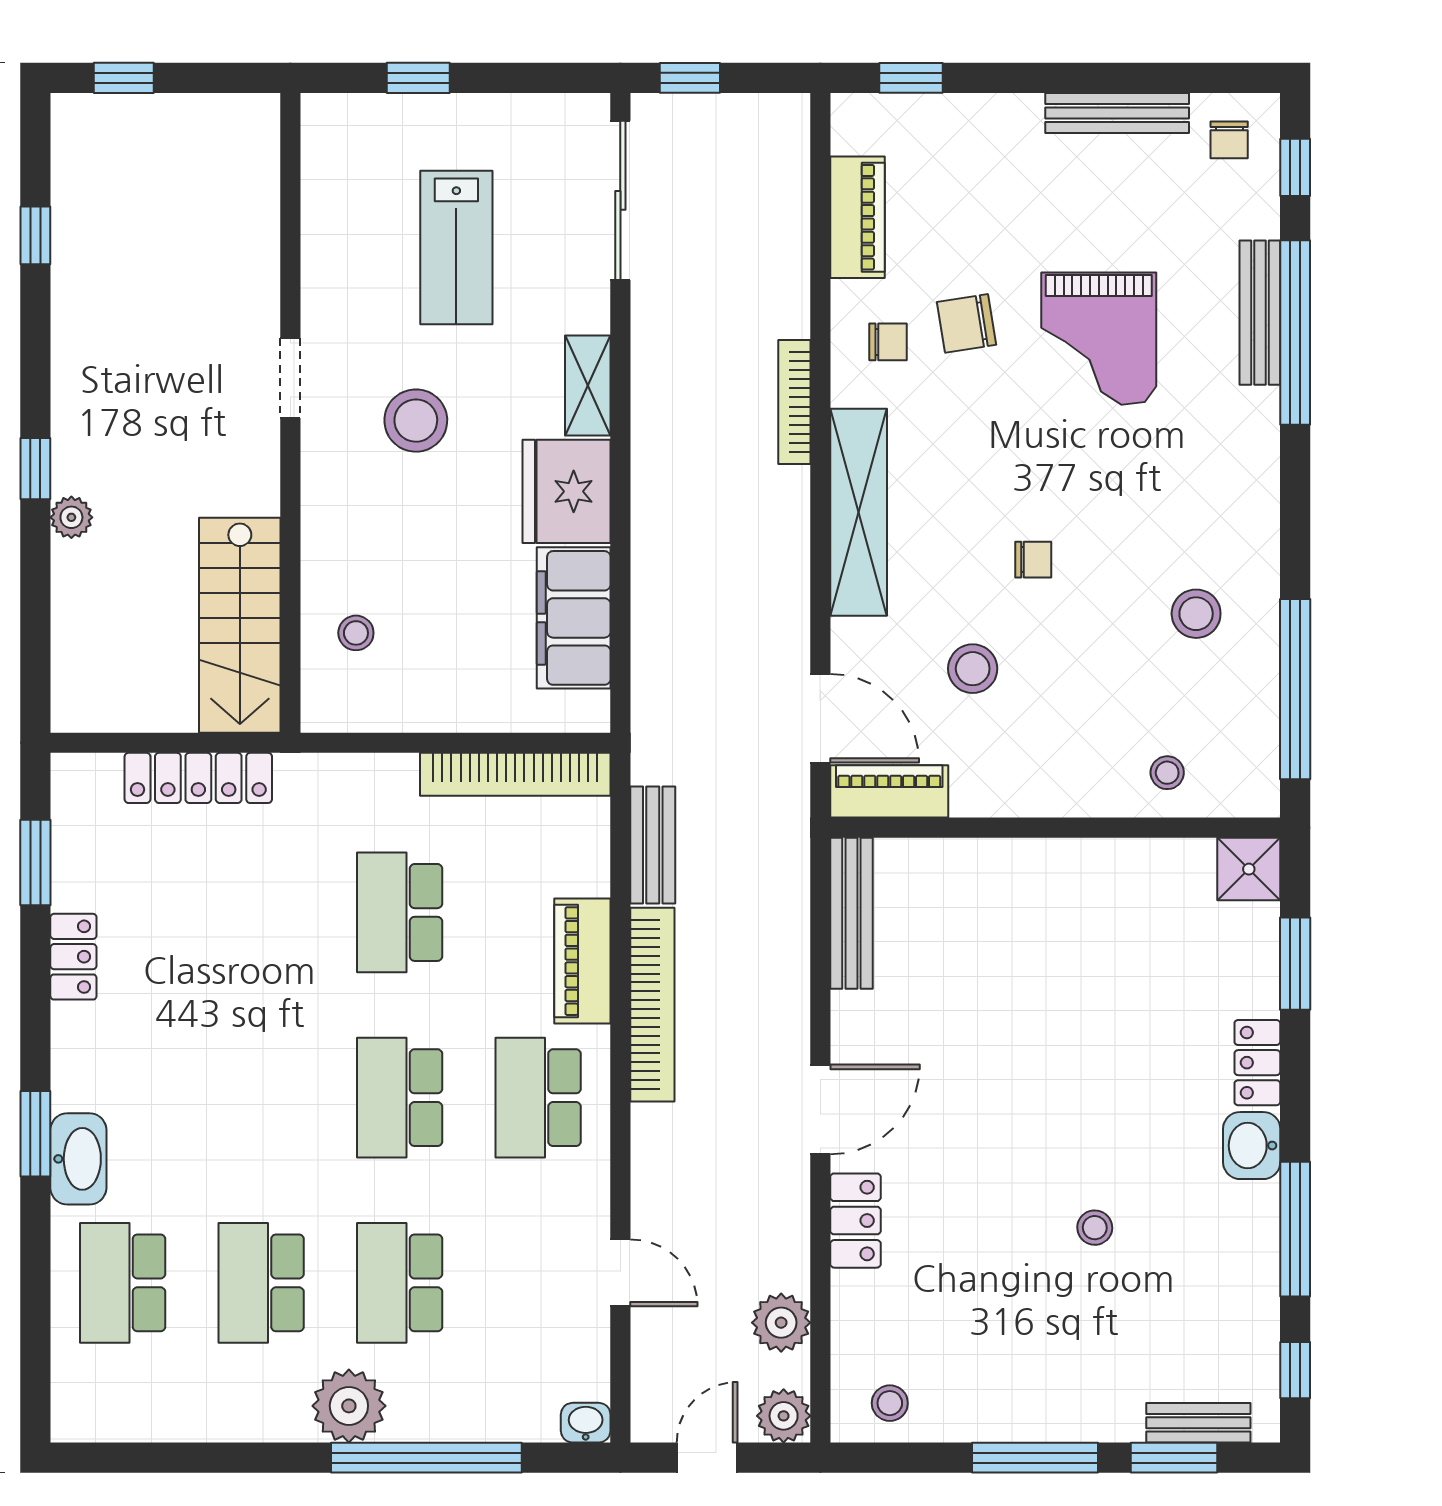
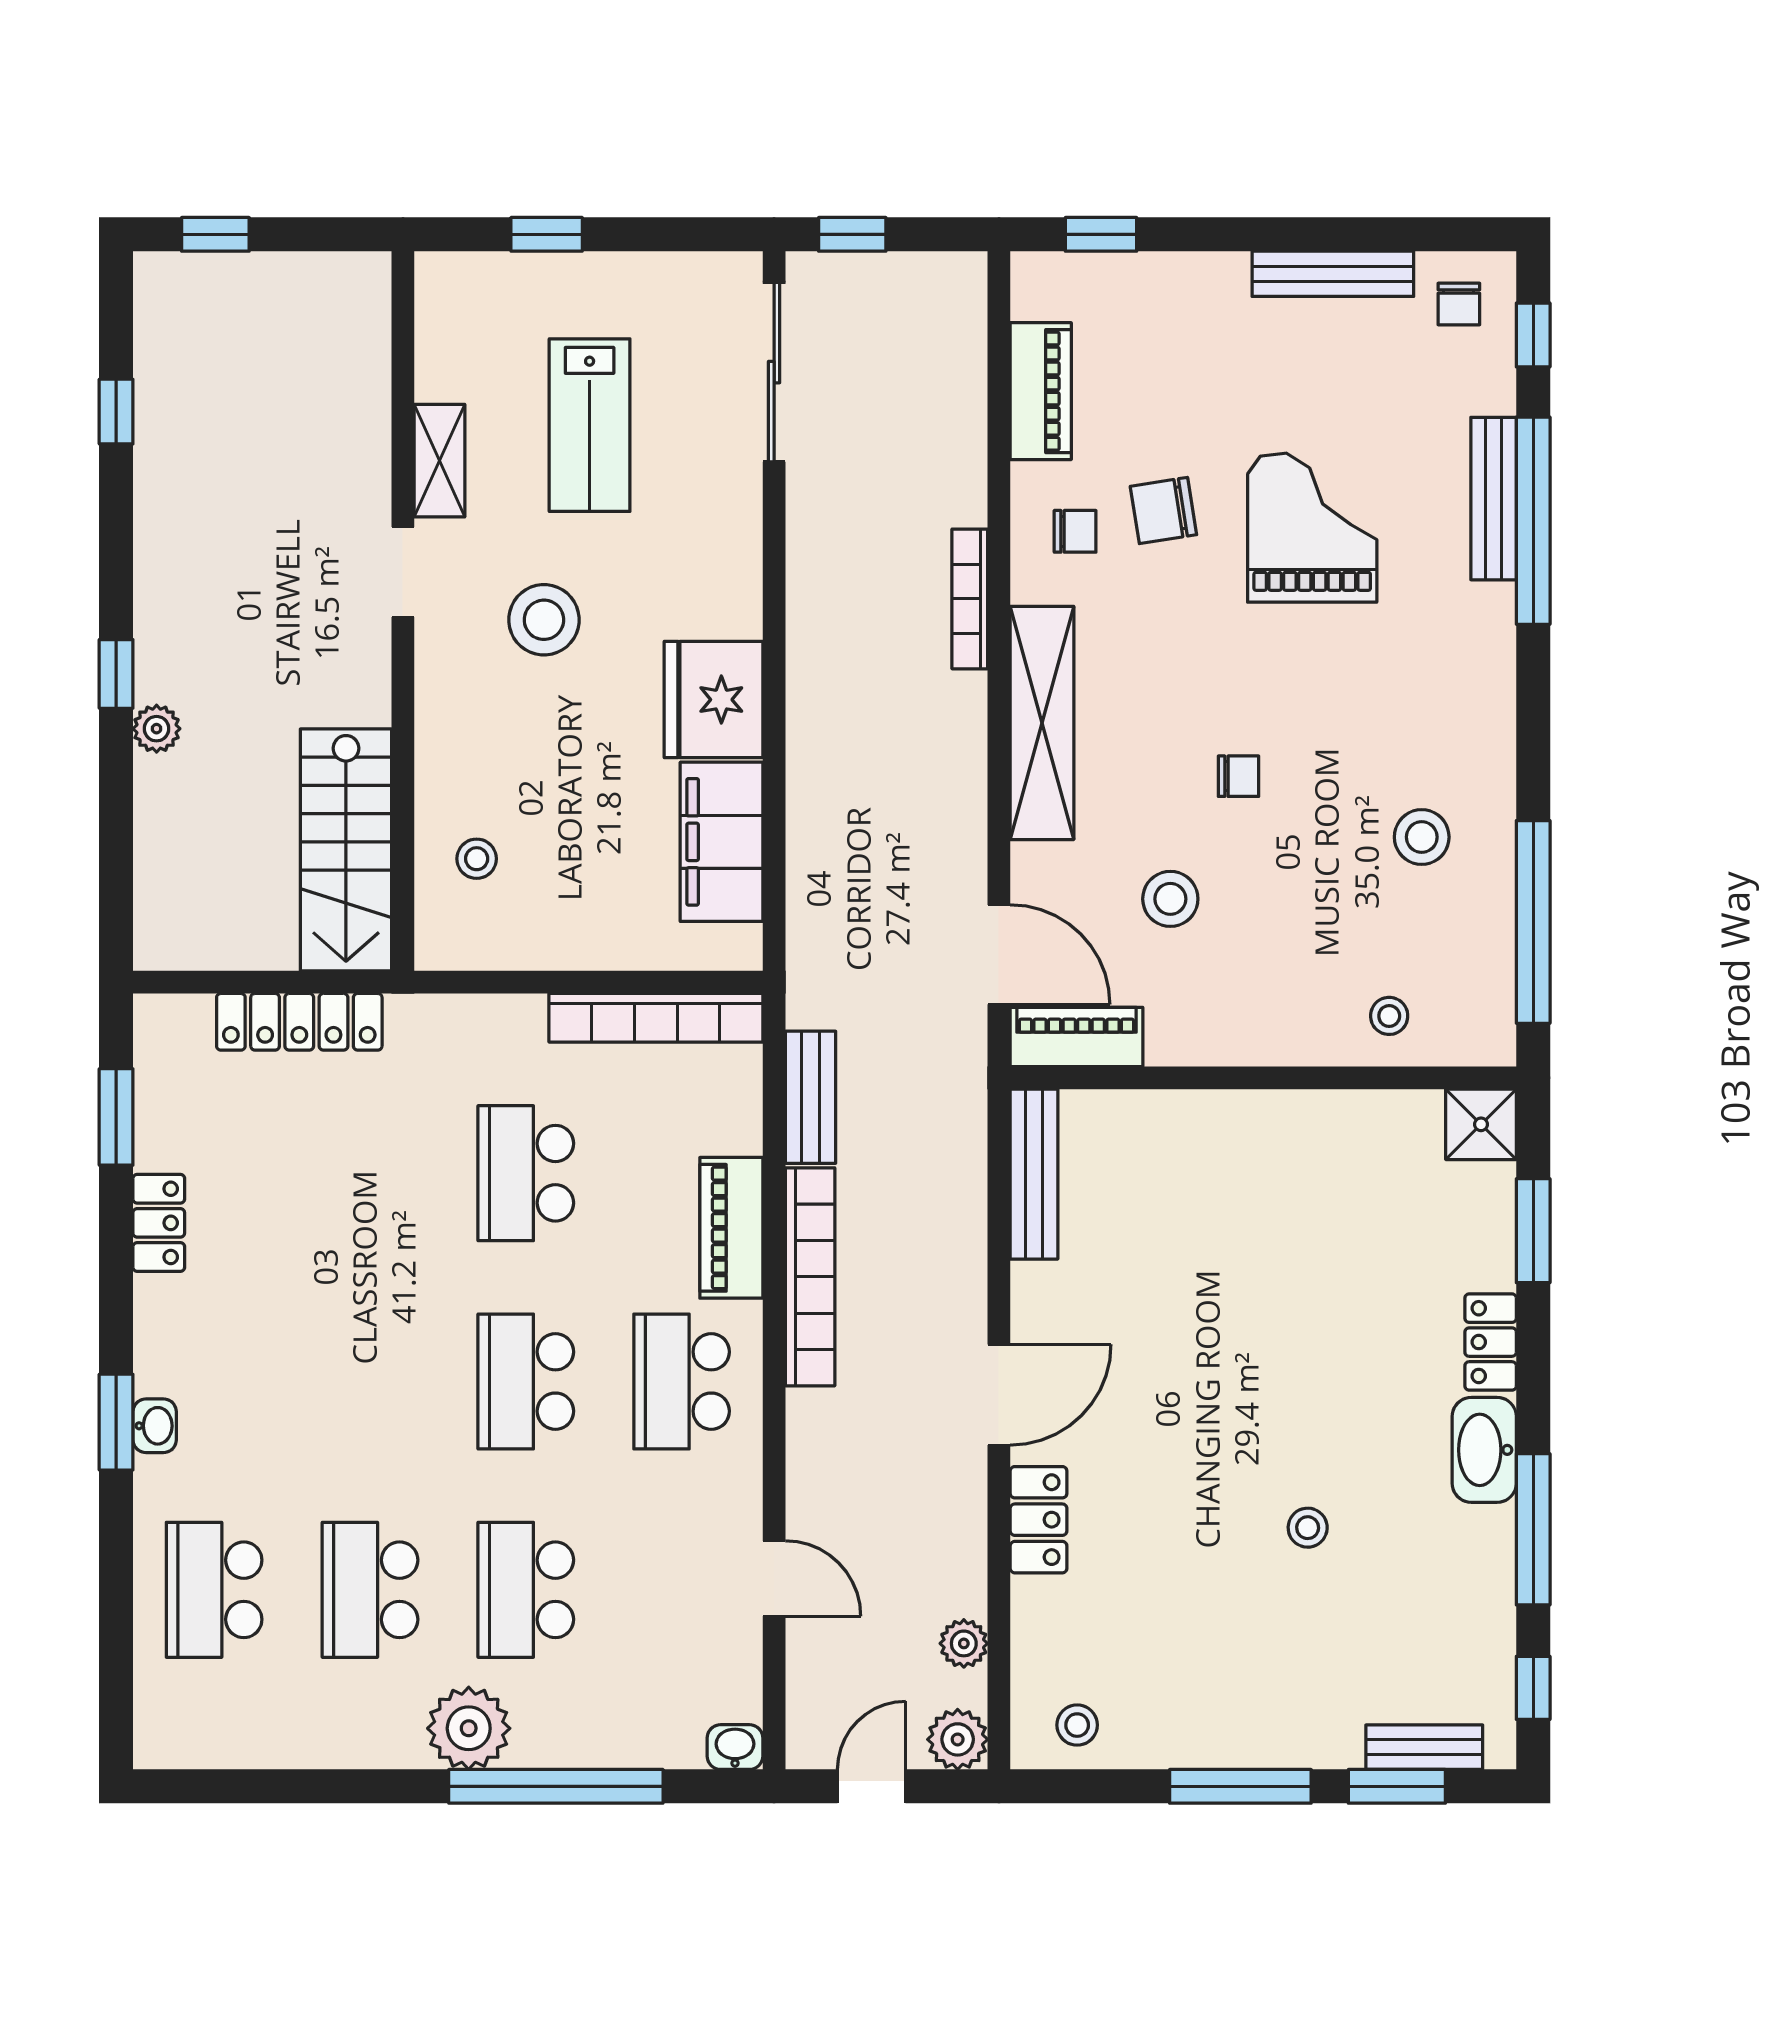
grand piano: (1099, 339) -> (1312, 528), turned 180
shelving: (588, 386) -> (439, 461), moved
washbasin: (1252, 1146) -> (1484, 1450), width x1.38
washbasin: (78, 1159) -> (155, 1426), width x0.52, depth x0.69
plant: (781, 1323) -> (964, 1643), width x0.73, depth x0.73

